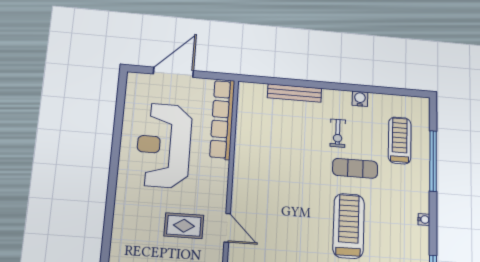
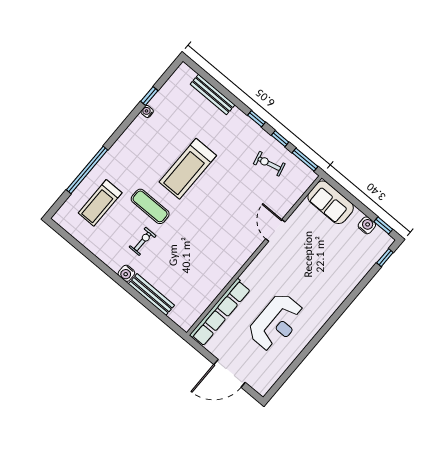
water cooler: (360, 99) -> (126, 273), moved
reception desk: (164, 145) -> (276, 322), width x0.74, depth x0.77
water cooler: (424, 219) -> (147, 111), moved
rug: (184, 226) -> (304, 254), removed

